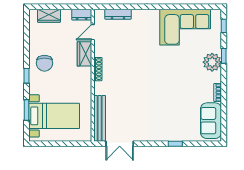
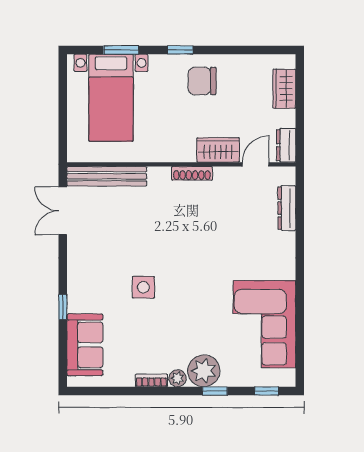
door: (93, 32) -> (256, 164), hinge flipped
plant: (216, 77) -> (178, 378), added
side table: (164, 97) -> (143, 287), added
sofa: (211, 121) -> (85, 345), moved, turned 90

